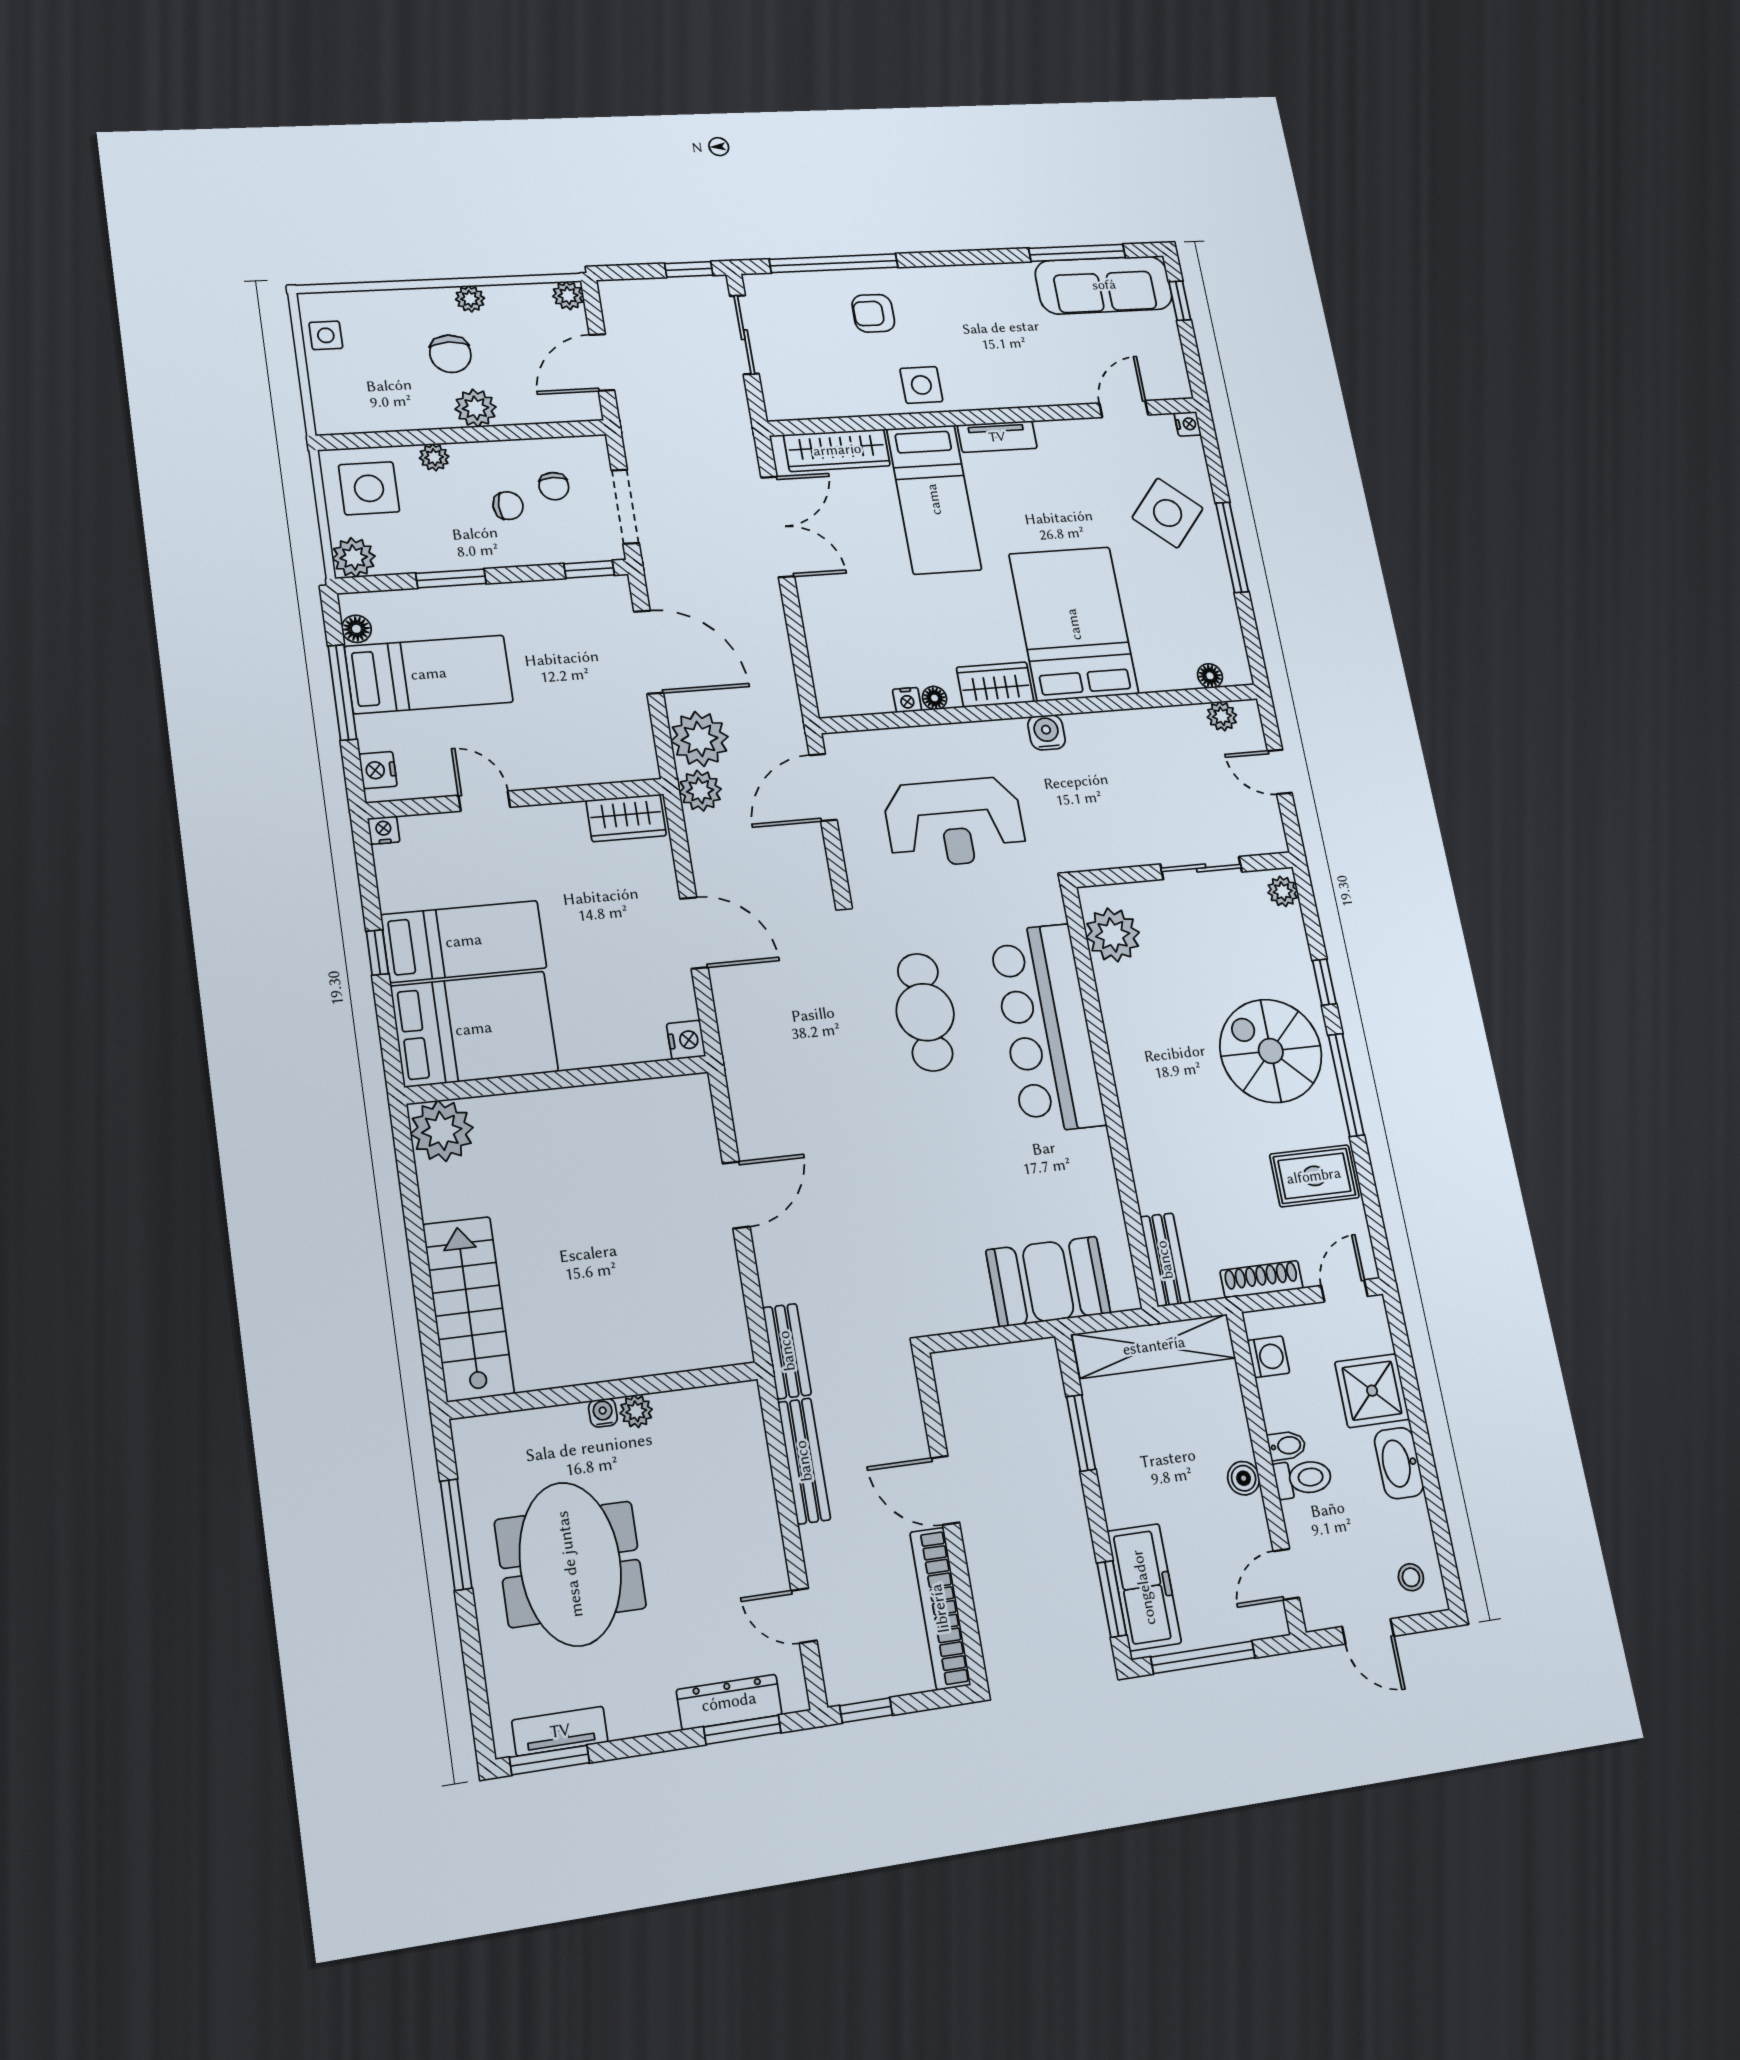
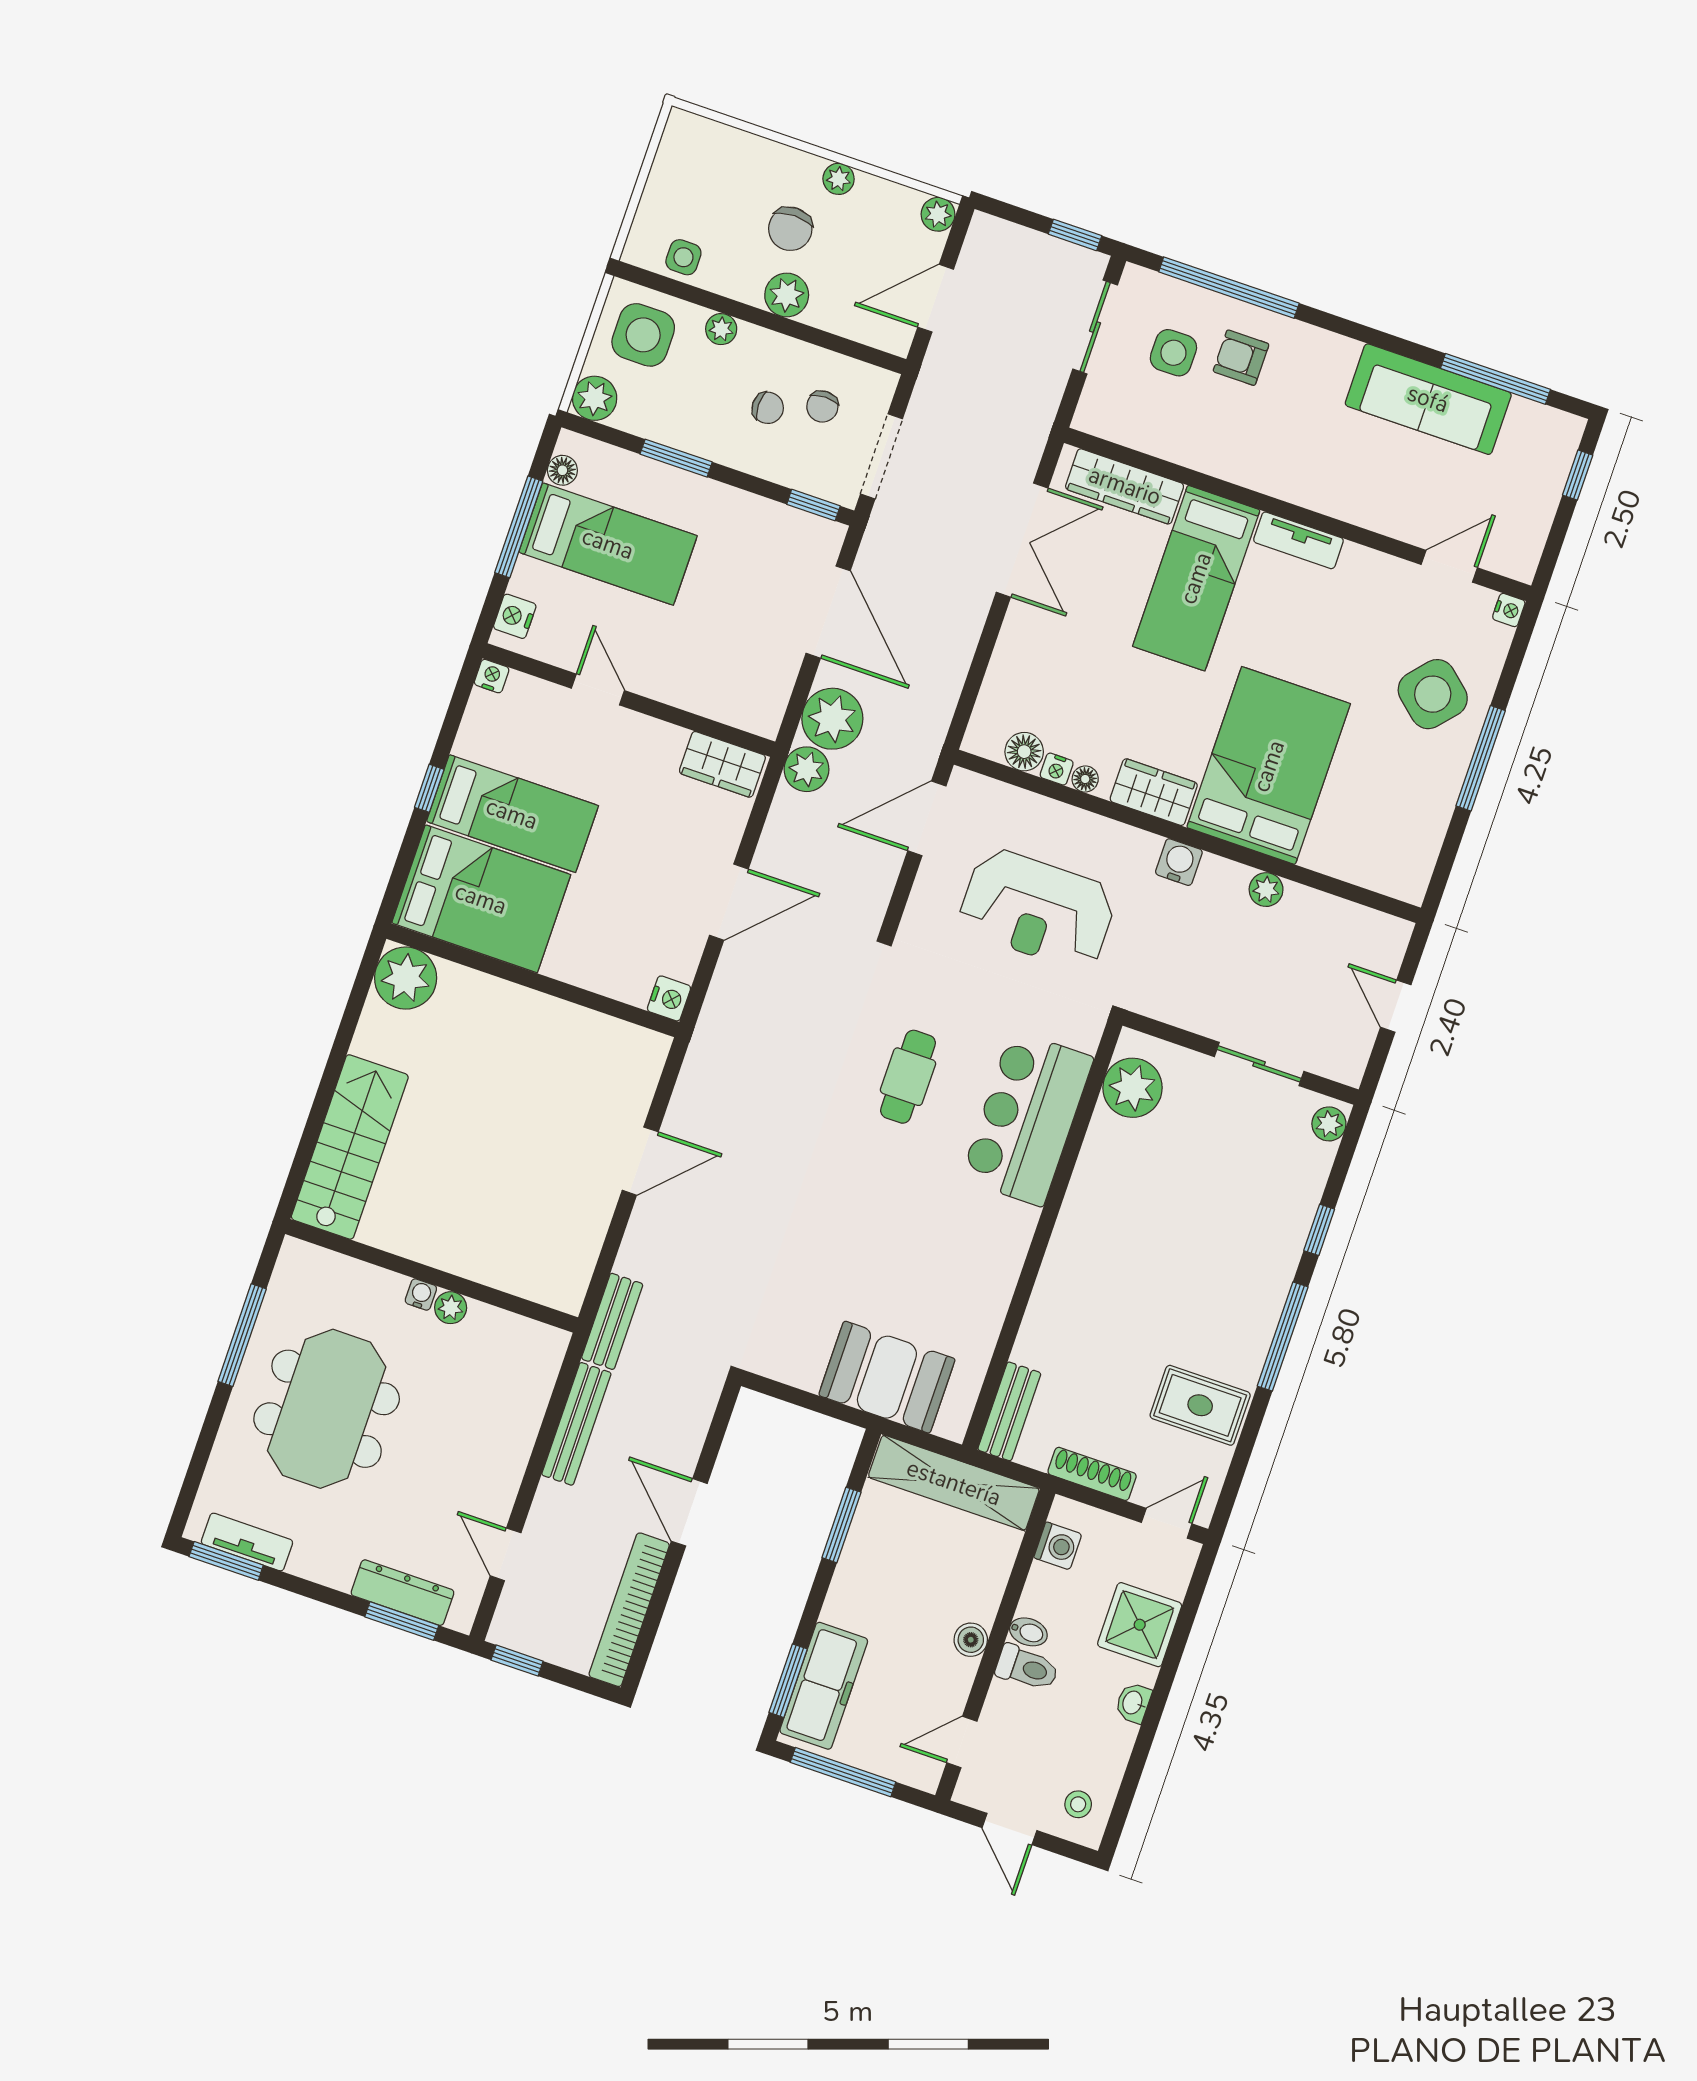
sofa: (1104, 285) -> (1428, 399), moved
side table: (326, 335) -> (683, 257), moved
side table: (921, 385) -> (1173, 353), moved
floor lamp: (1210, 676) -> (1024, 752), moved, width x1.37, depth x1.37
plant: (1222, 716) -> (1266, 890), moved
door: (694, 933) -> (729, 902), hinge flipped
cafe table: (925, 1012) -> (908, 1077), width x0.73, depth x0.74
bar counter: (1047, 1028) -> (1027, 1118), width x0.73
spiral stairs: (1271, 1051) -> (1226, 1270), removed
washbasin: (1399, 1463) -> (1133, 1703), width x0.52, depth x0.69

